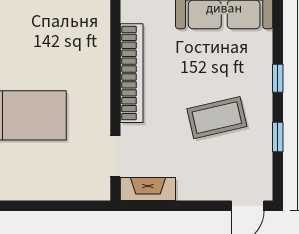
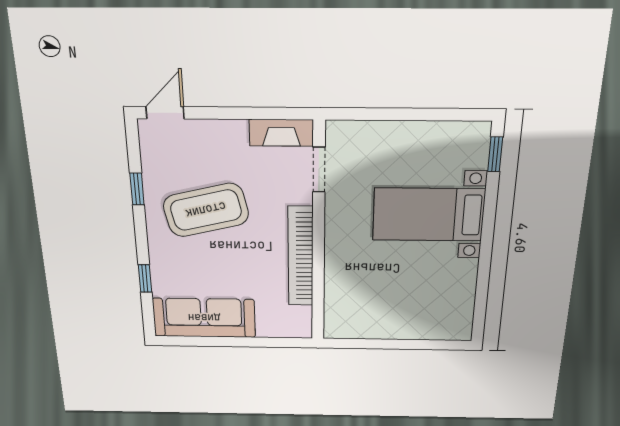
window: (278, 78) -> (145, 278), moved
coffee table: (217, 118) -> (206, 210), width x1.36, depth x1.32

